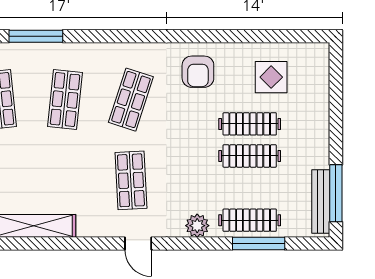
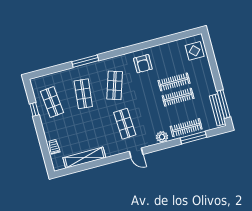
window: (36, 36) -> (85, 61), moved
display table: (271, 77) -> (195, 51), moved

